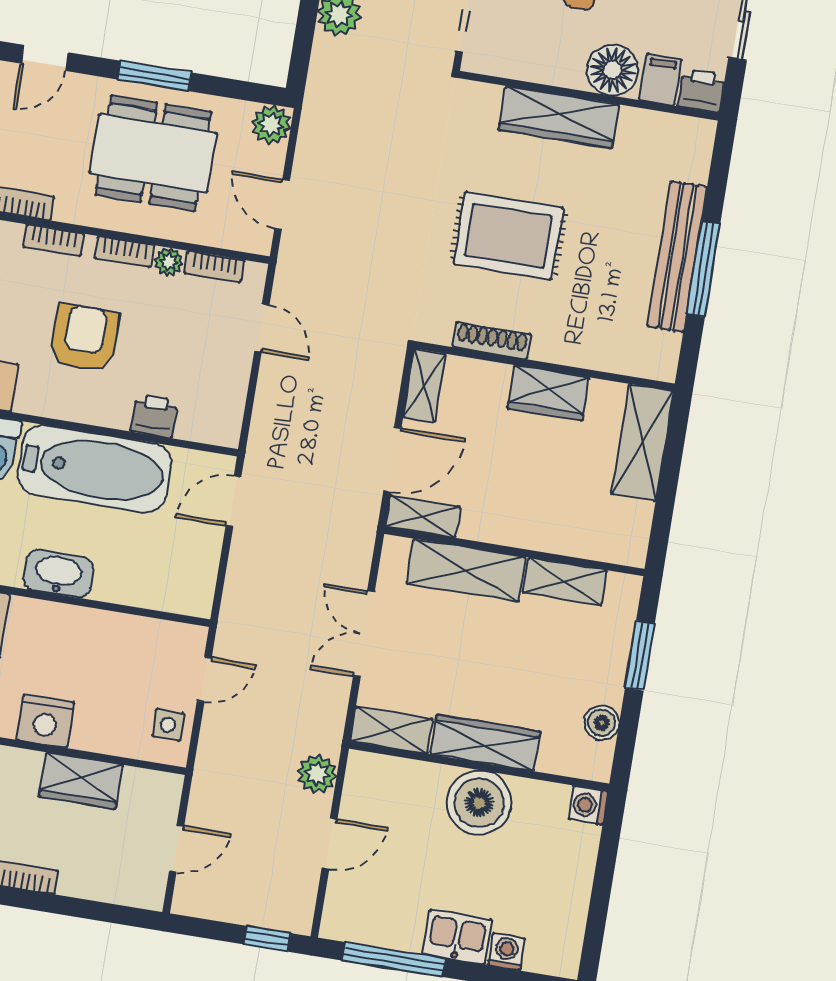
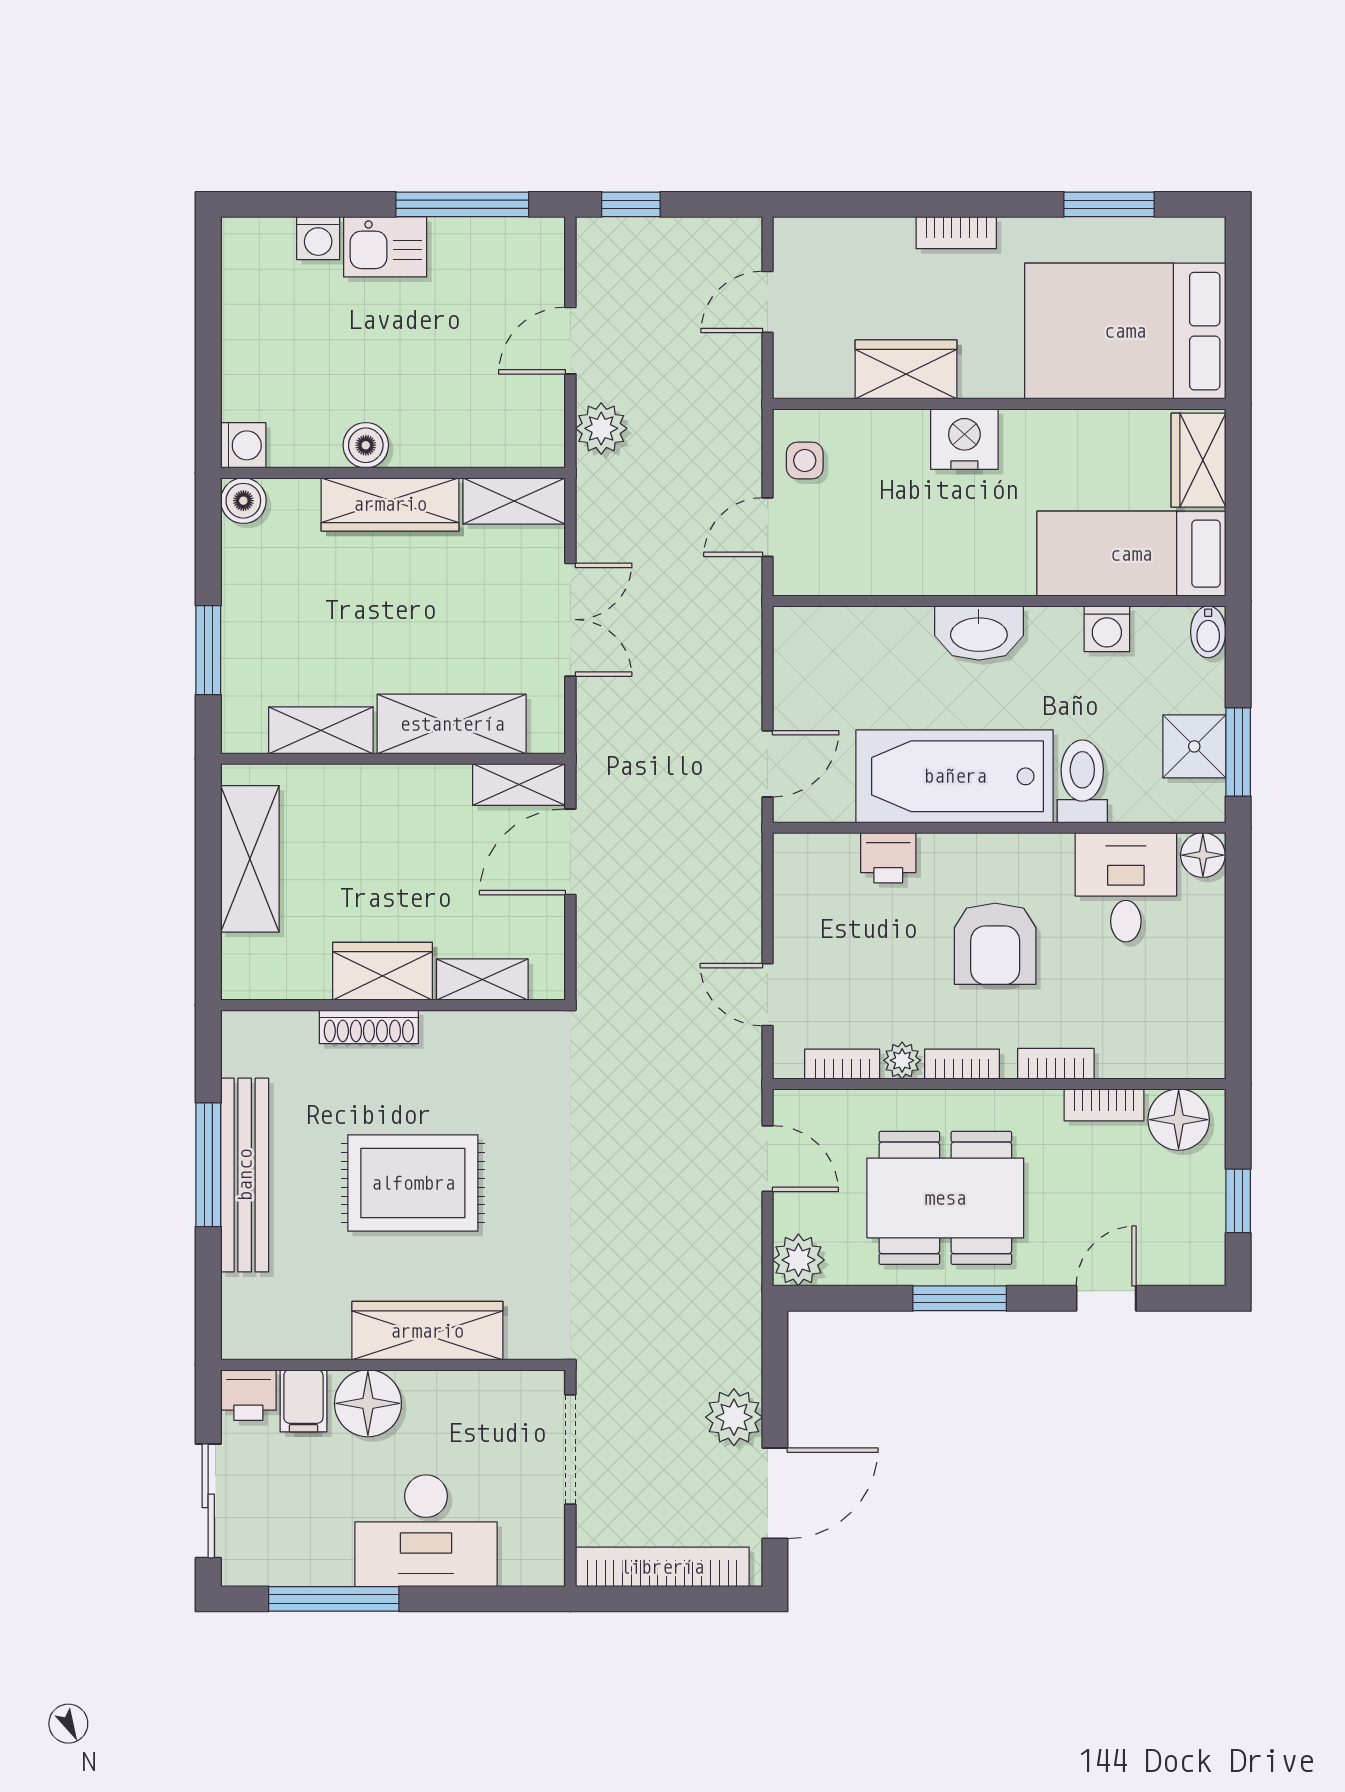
rug: (508, 236) -> (413, 1183), moved
shoe rack: (492, 341) -> (369, 1027), moved
shelving: (424, 386) -> (482, 980), moved, turned 90
shelving: (643, 443) -> (250, 859), moved
boiler: (602, 723) -> (243, 501), moved
boiler: (479, 803) -> (366, 445), width x0.54, depth x0.54

